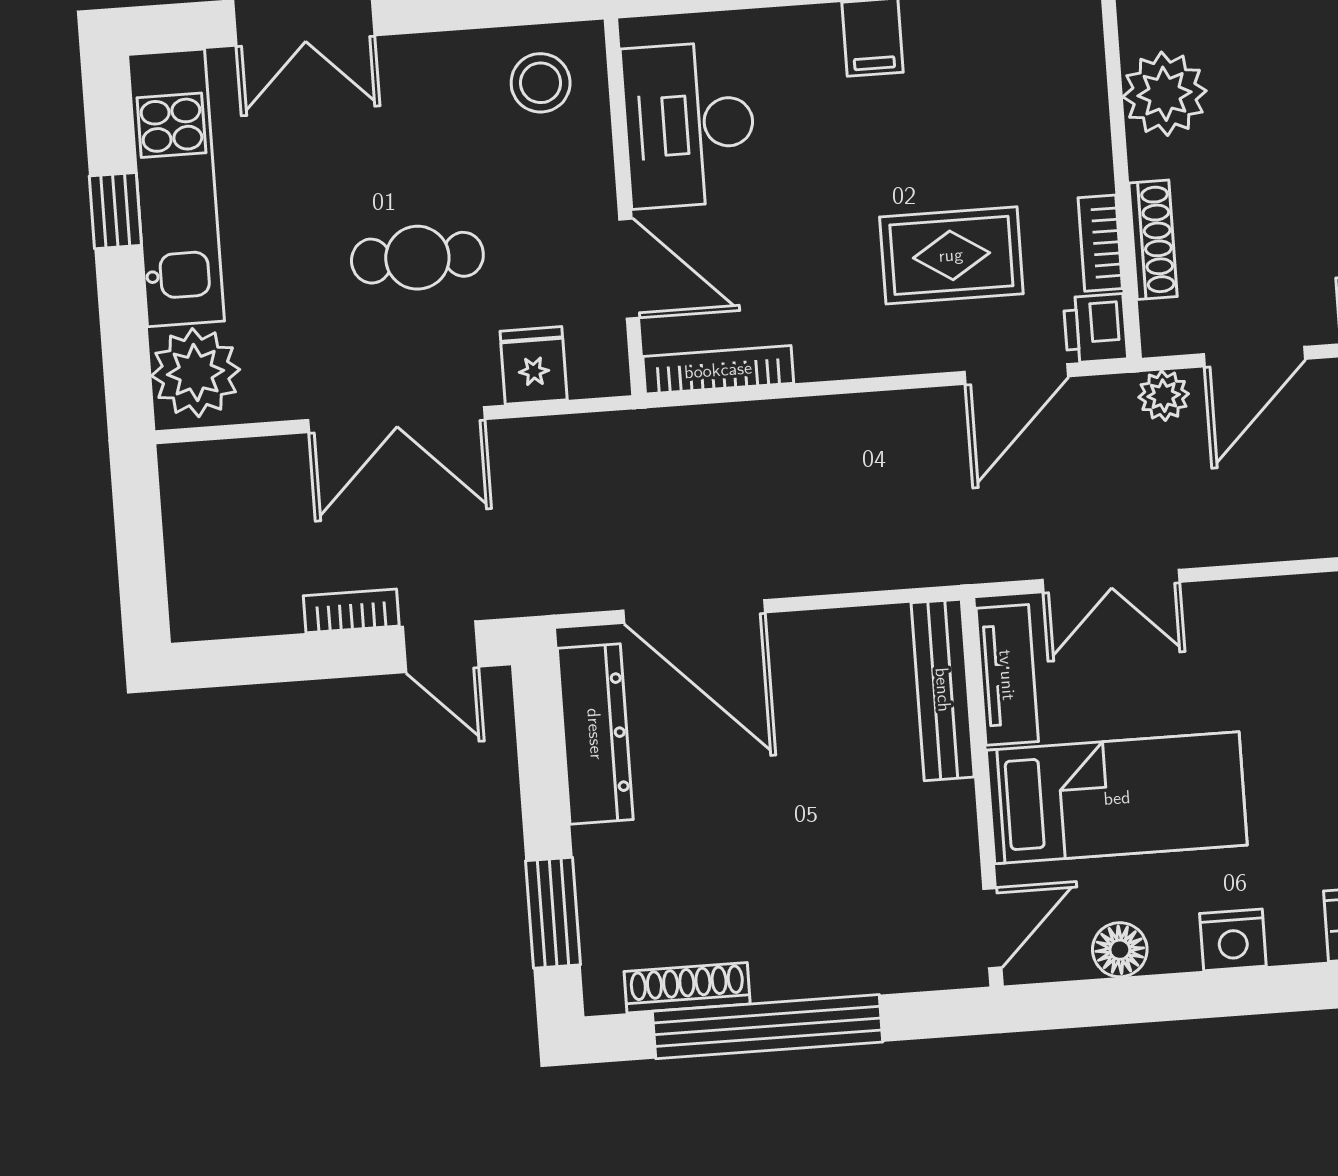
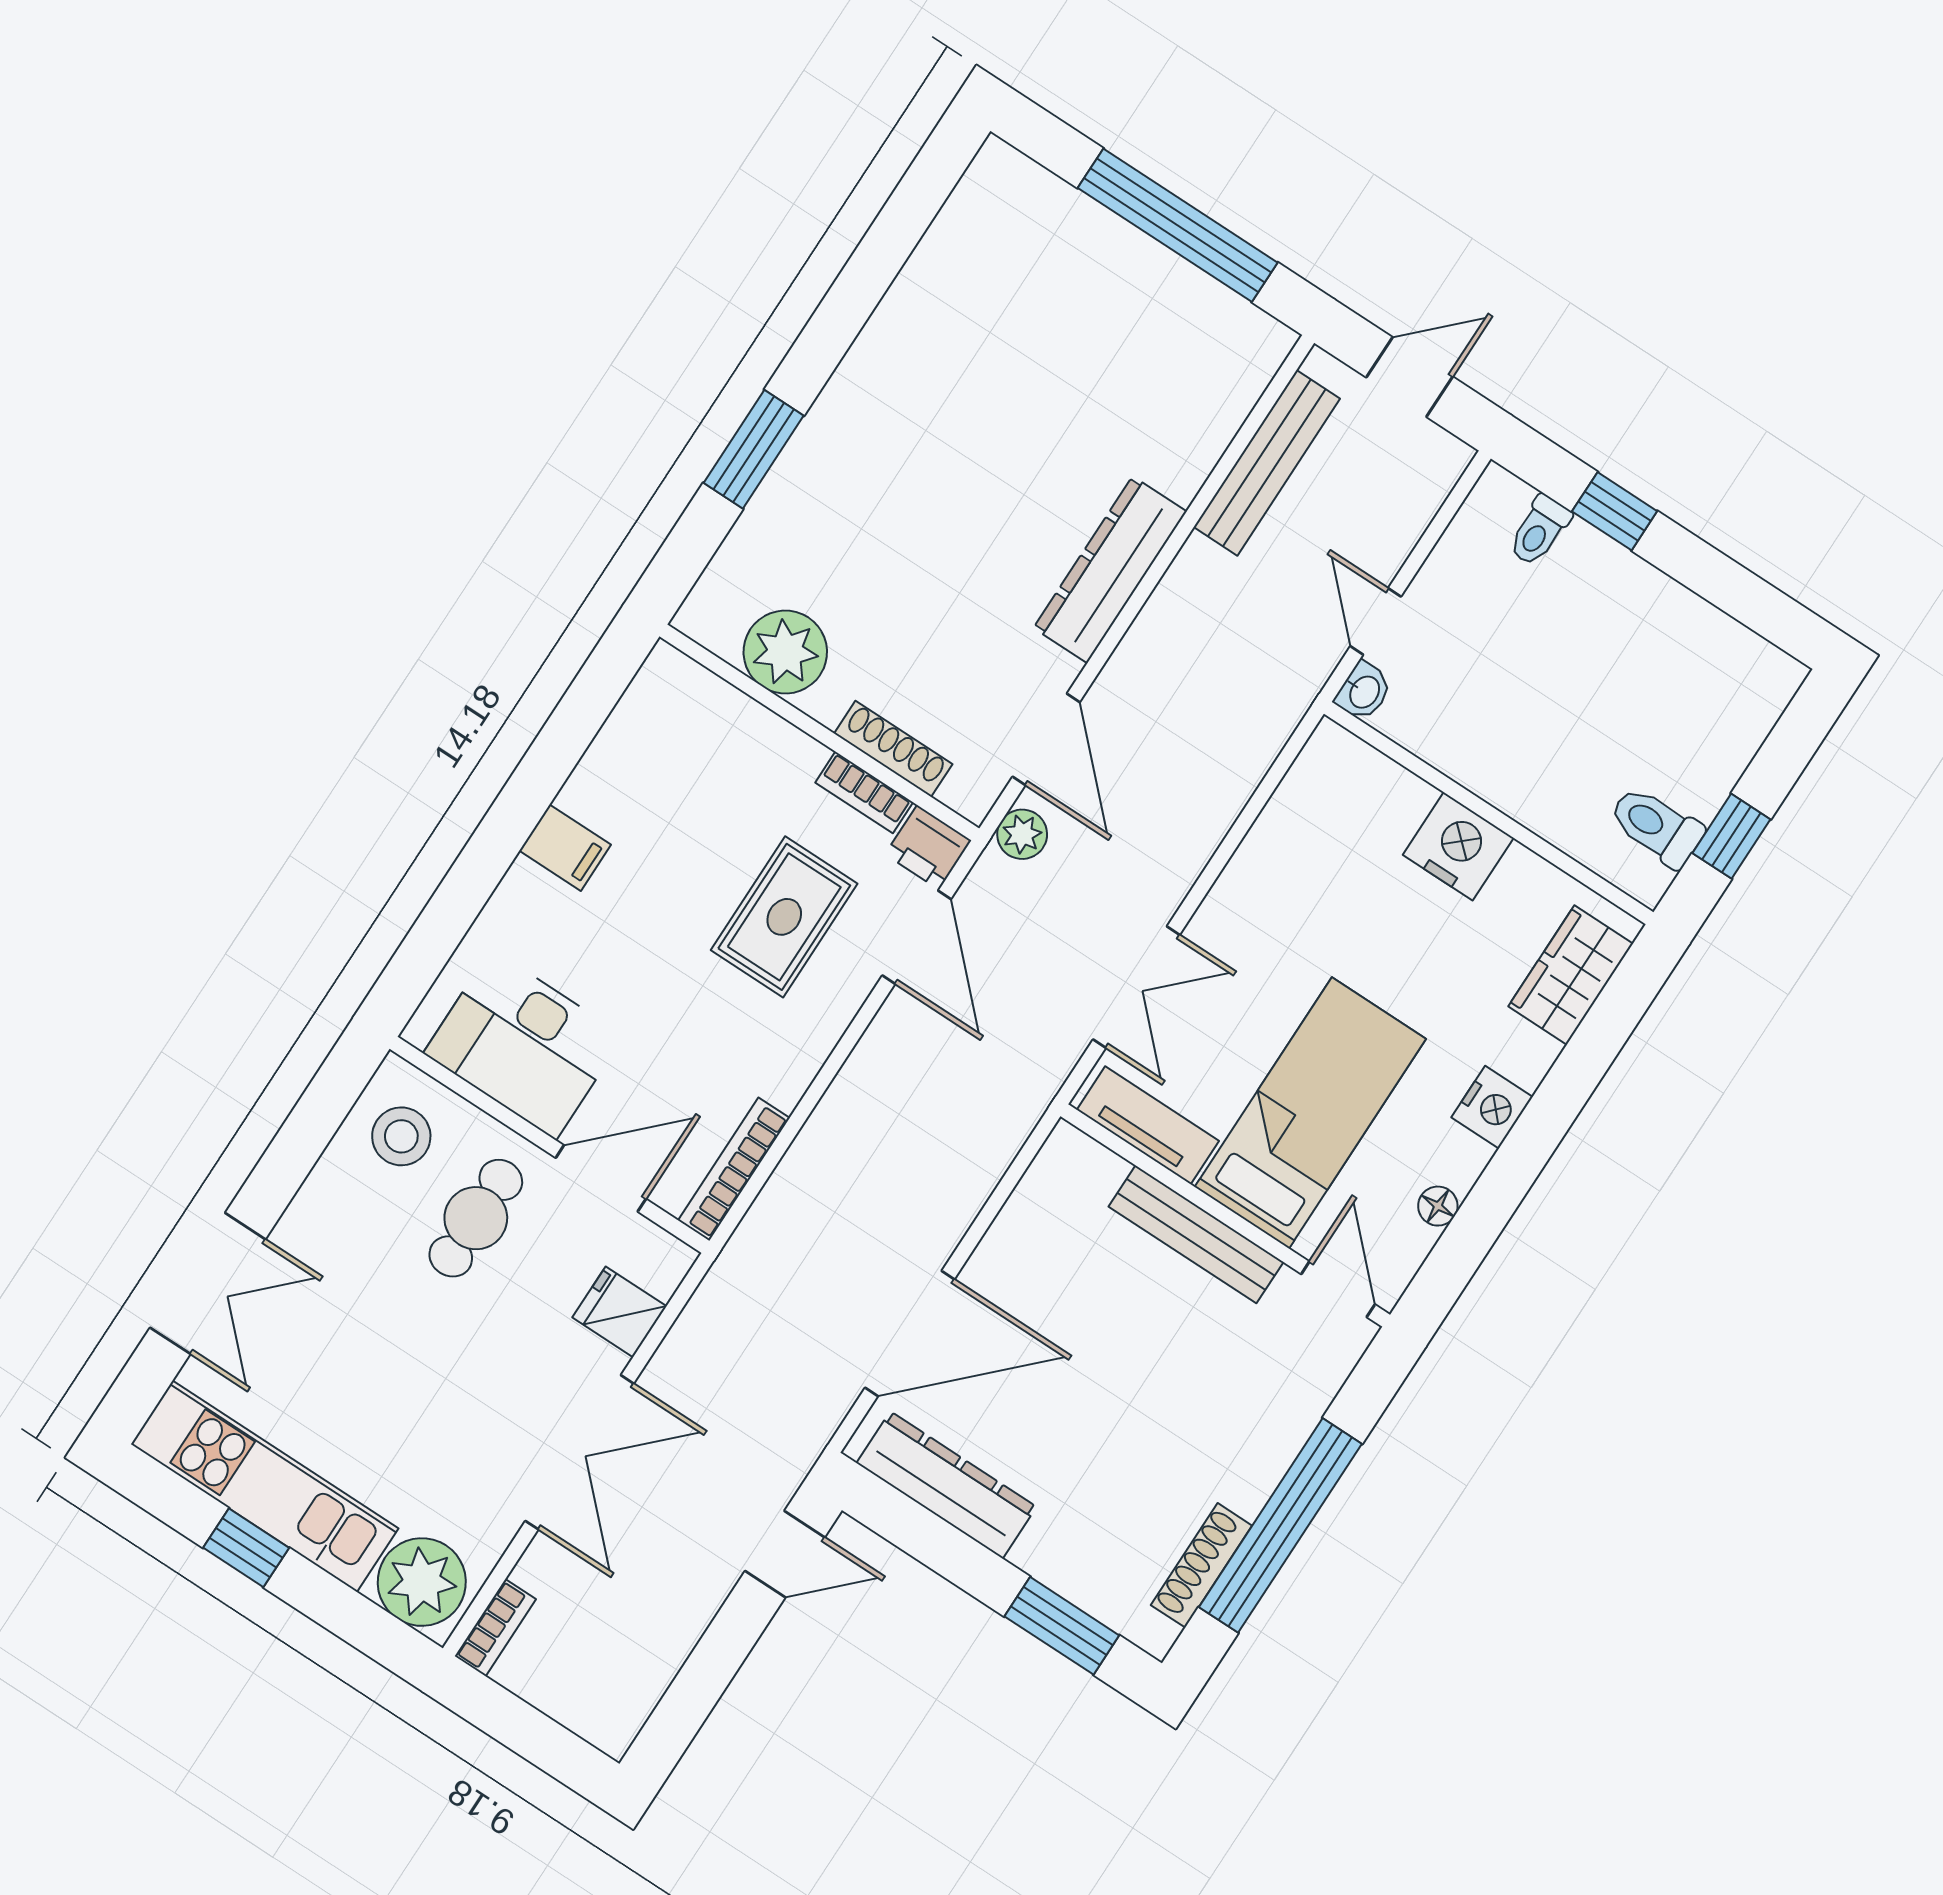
cafe table: (417, 258) -> (476, 1218), moved
bookcase: (351, 611) -> (495, 1628), moved, turned 180
bench: (943, 690) -> (1196, 1234), moved
floor lamp: (1120, 950) -> (1438, 1206), width x0.73, depth x0.73

